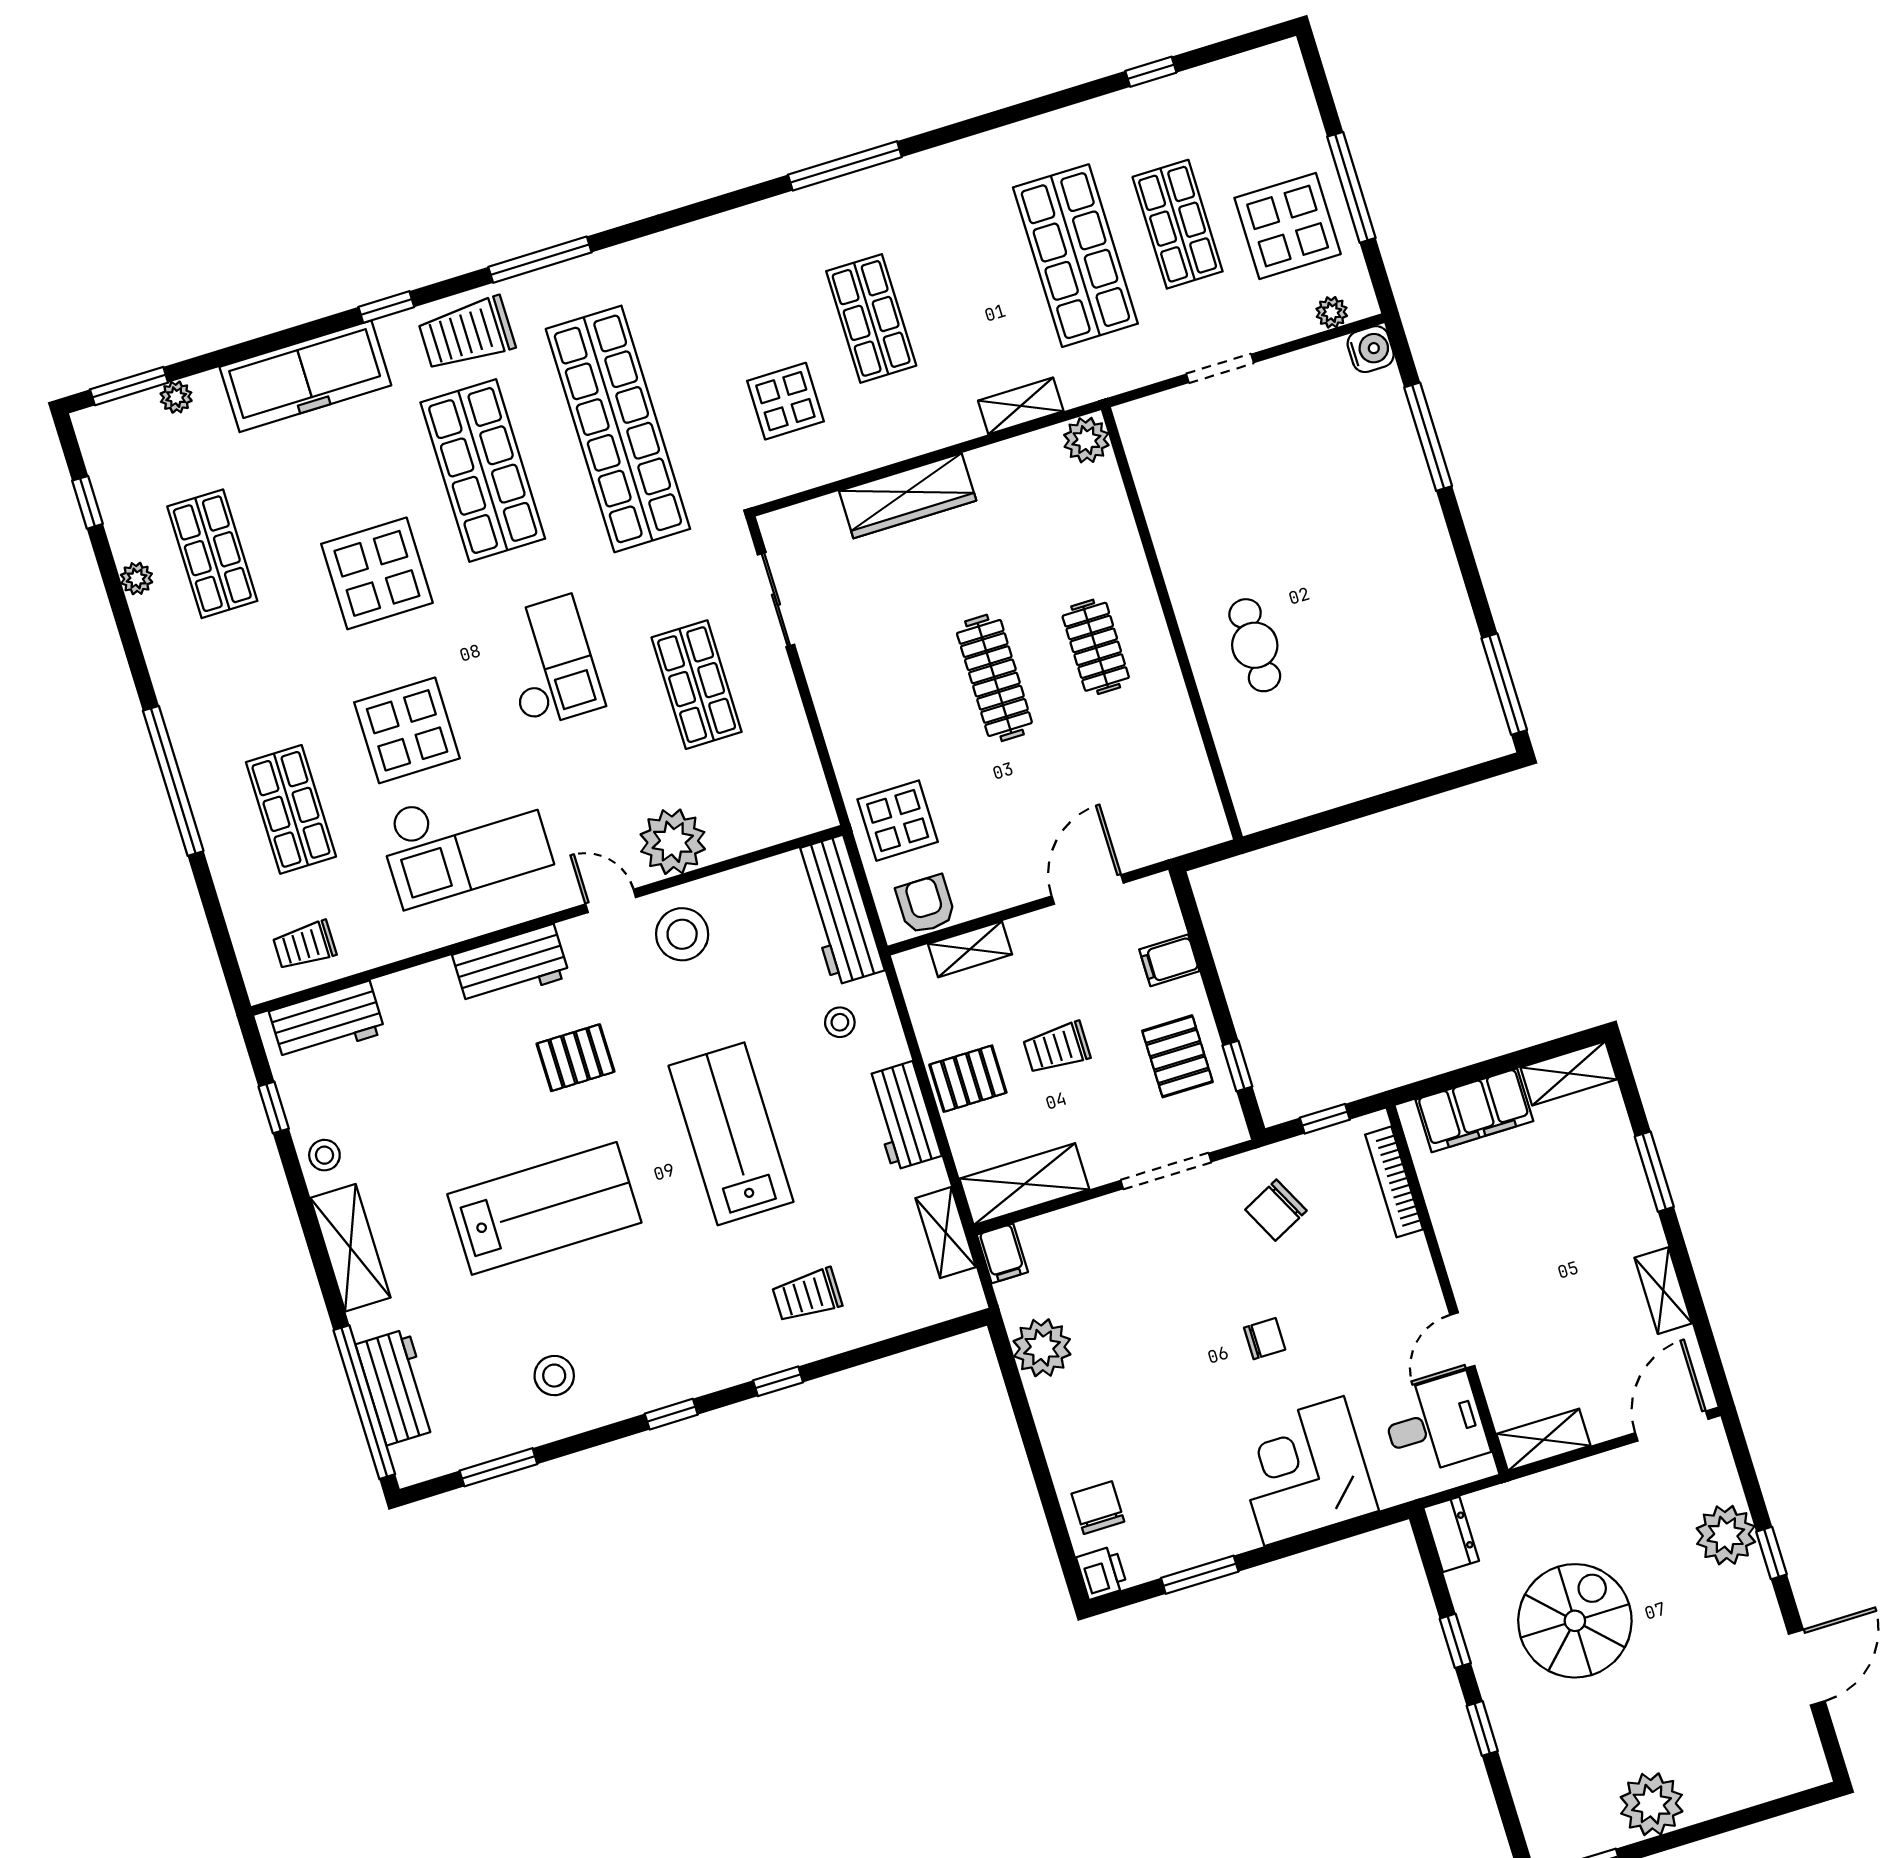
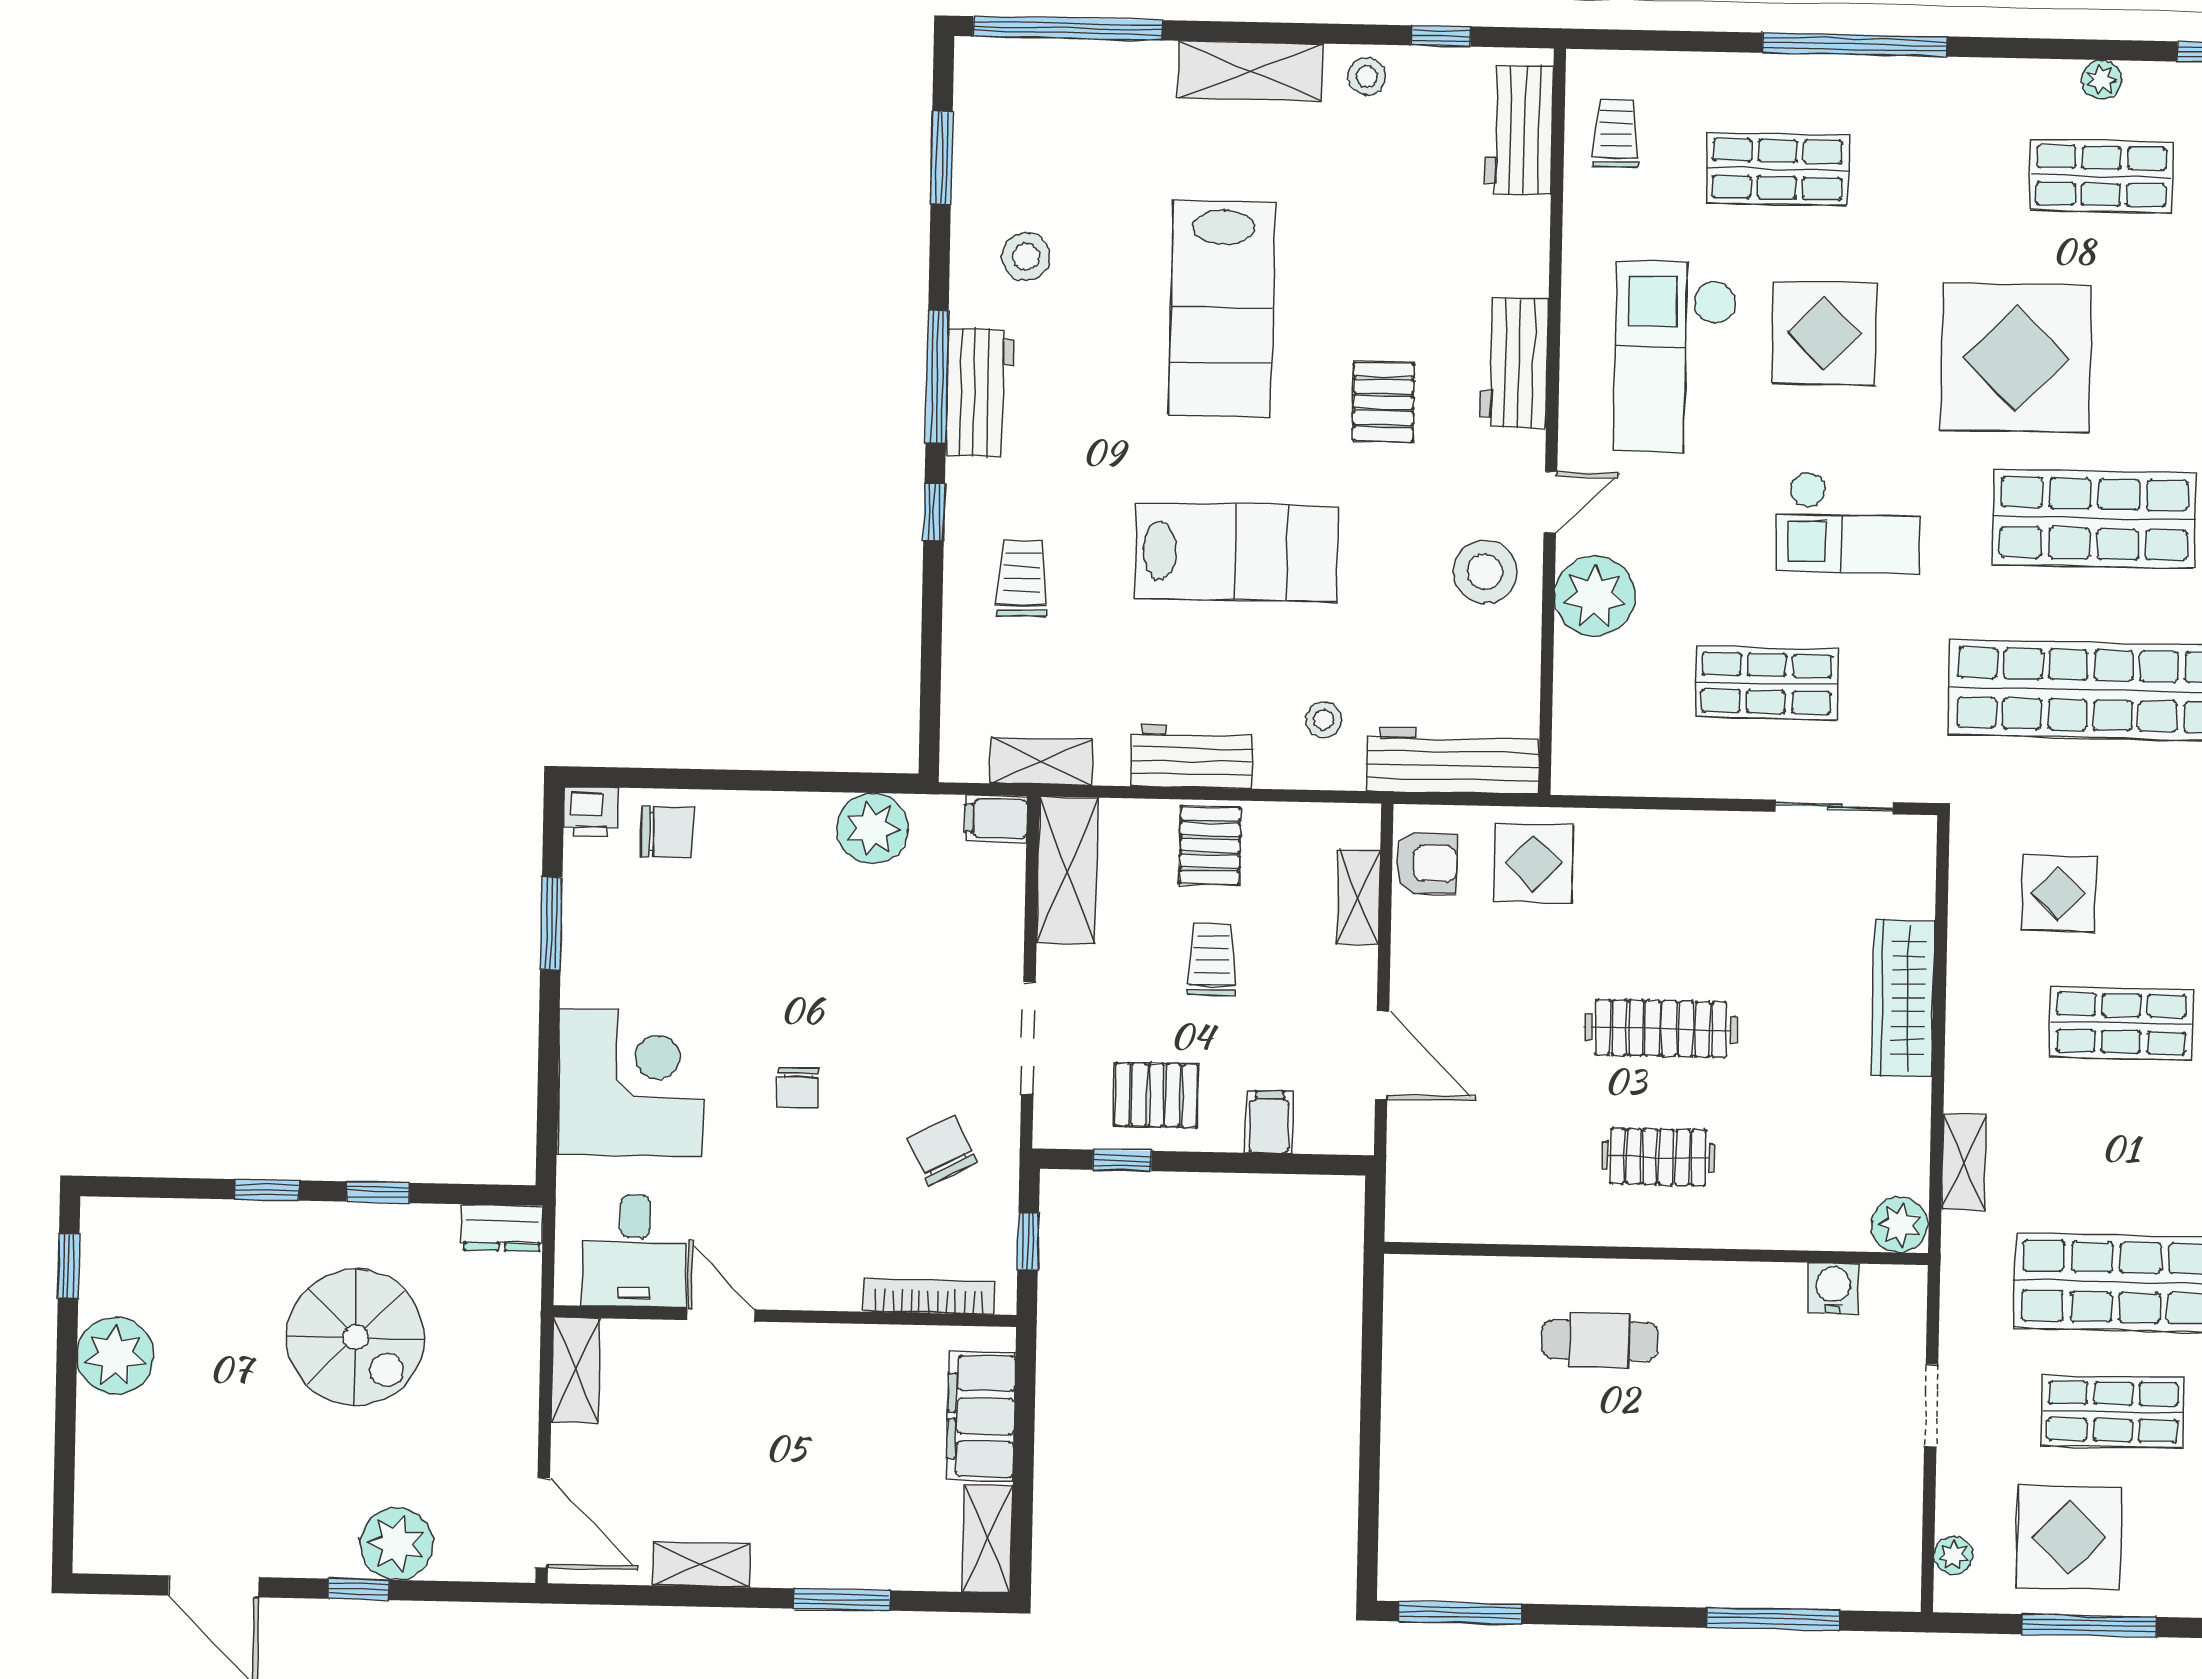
water cooler: (1371, 349) -> (1833, 1289), moved, turned 180
display table: (377, 573) -> (2016, 358), width x1.36, depth x1.36
workbench: (397, 1387) -> (980, 393), moved, turned -90
window: (671, 1414) -> (937, 377), width x2.17

